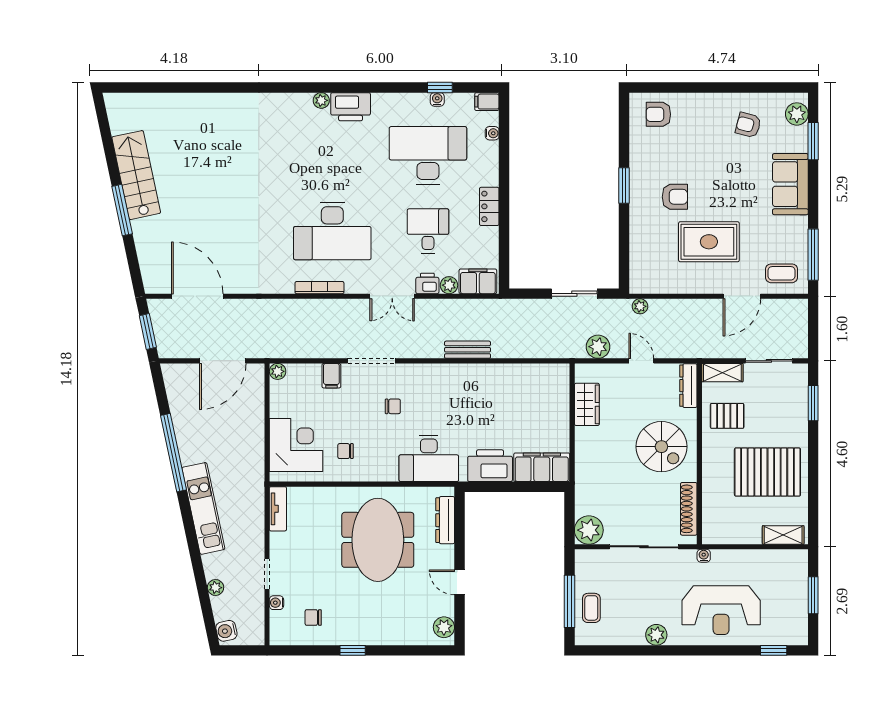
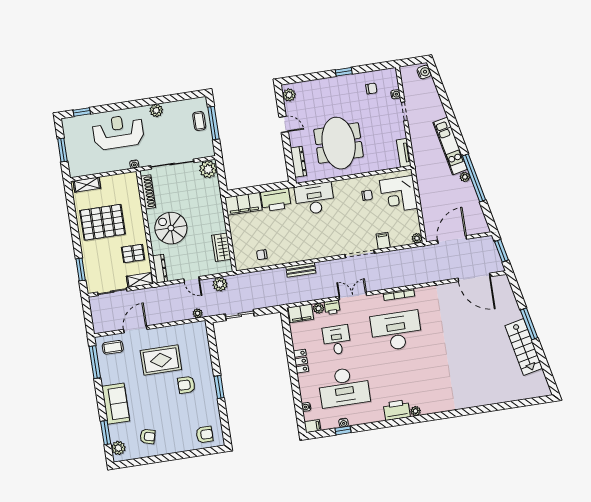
desk: (428, 231) -> (337, 340), turned 180
chair: (393, 406) -> (262, 255), moved
plant: (216, 588) -> (465, 177), moved

